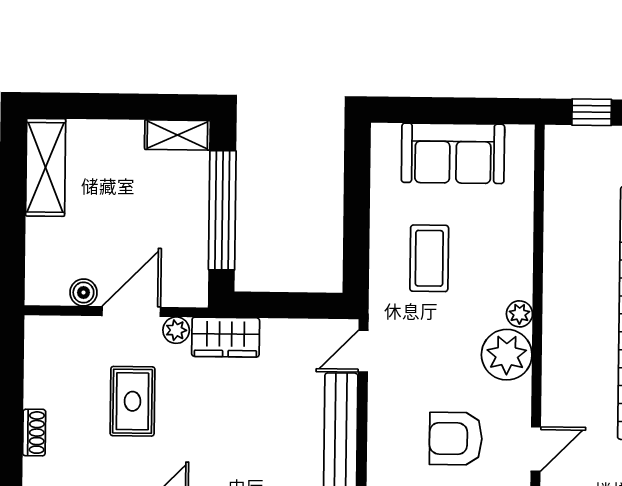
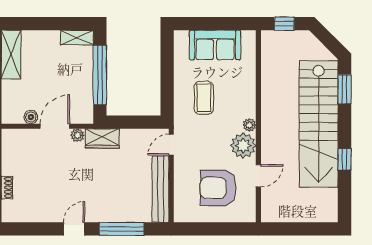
rug: (132, 401) -> (56, 171), removed
armchair: (456, 439) -> (218, 188), width x1.36, depth x1.36
door: (536, 449) -> (258, 176), moved

